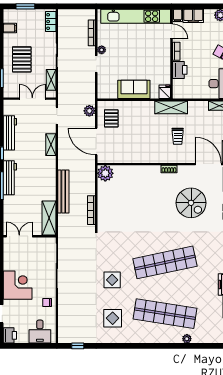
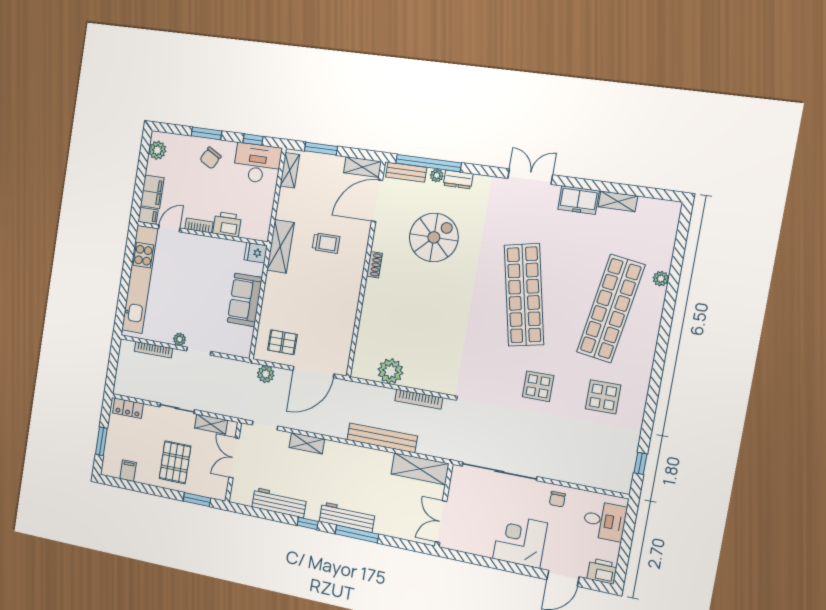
pallet: (22, 59) -> (175, 462), turned 90
plant: (105, 173) -> (390, 371), moved

